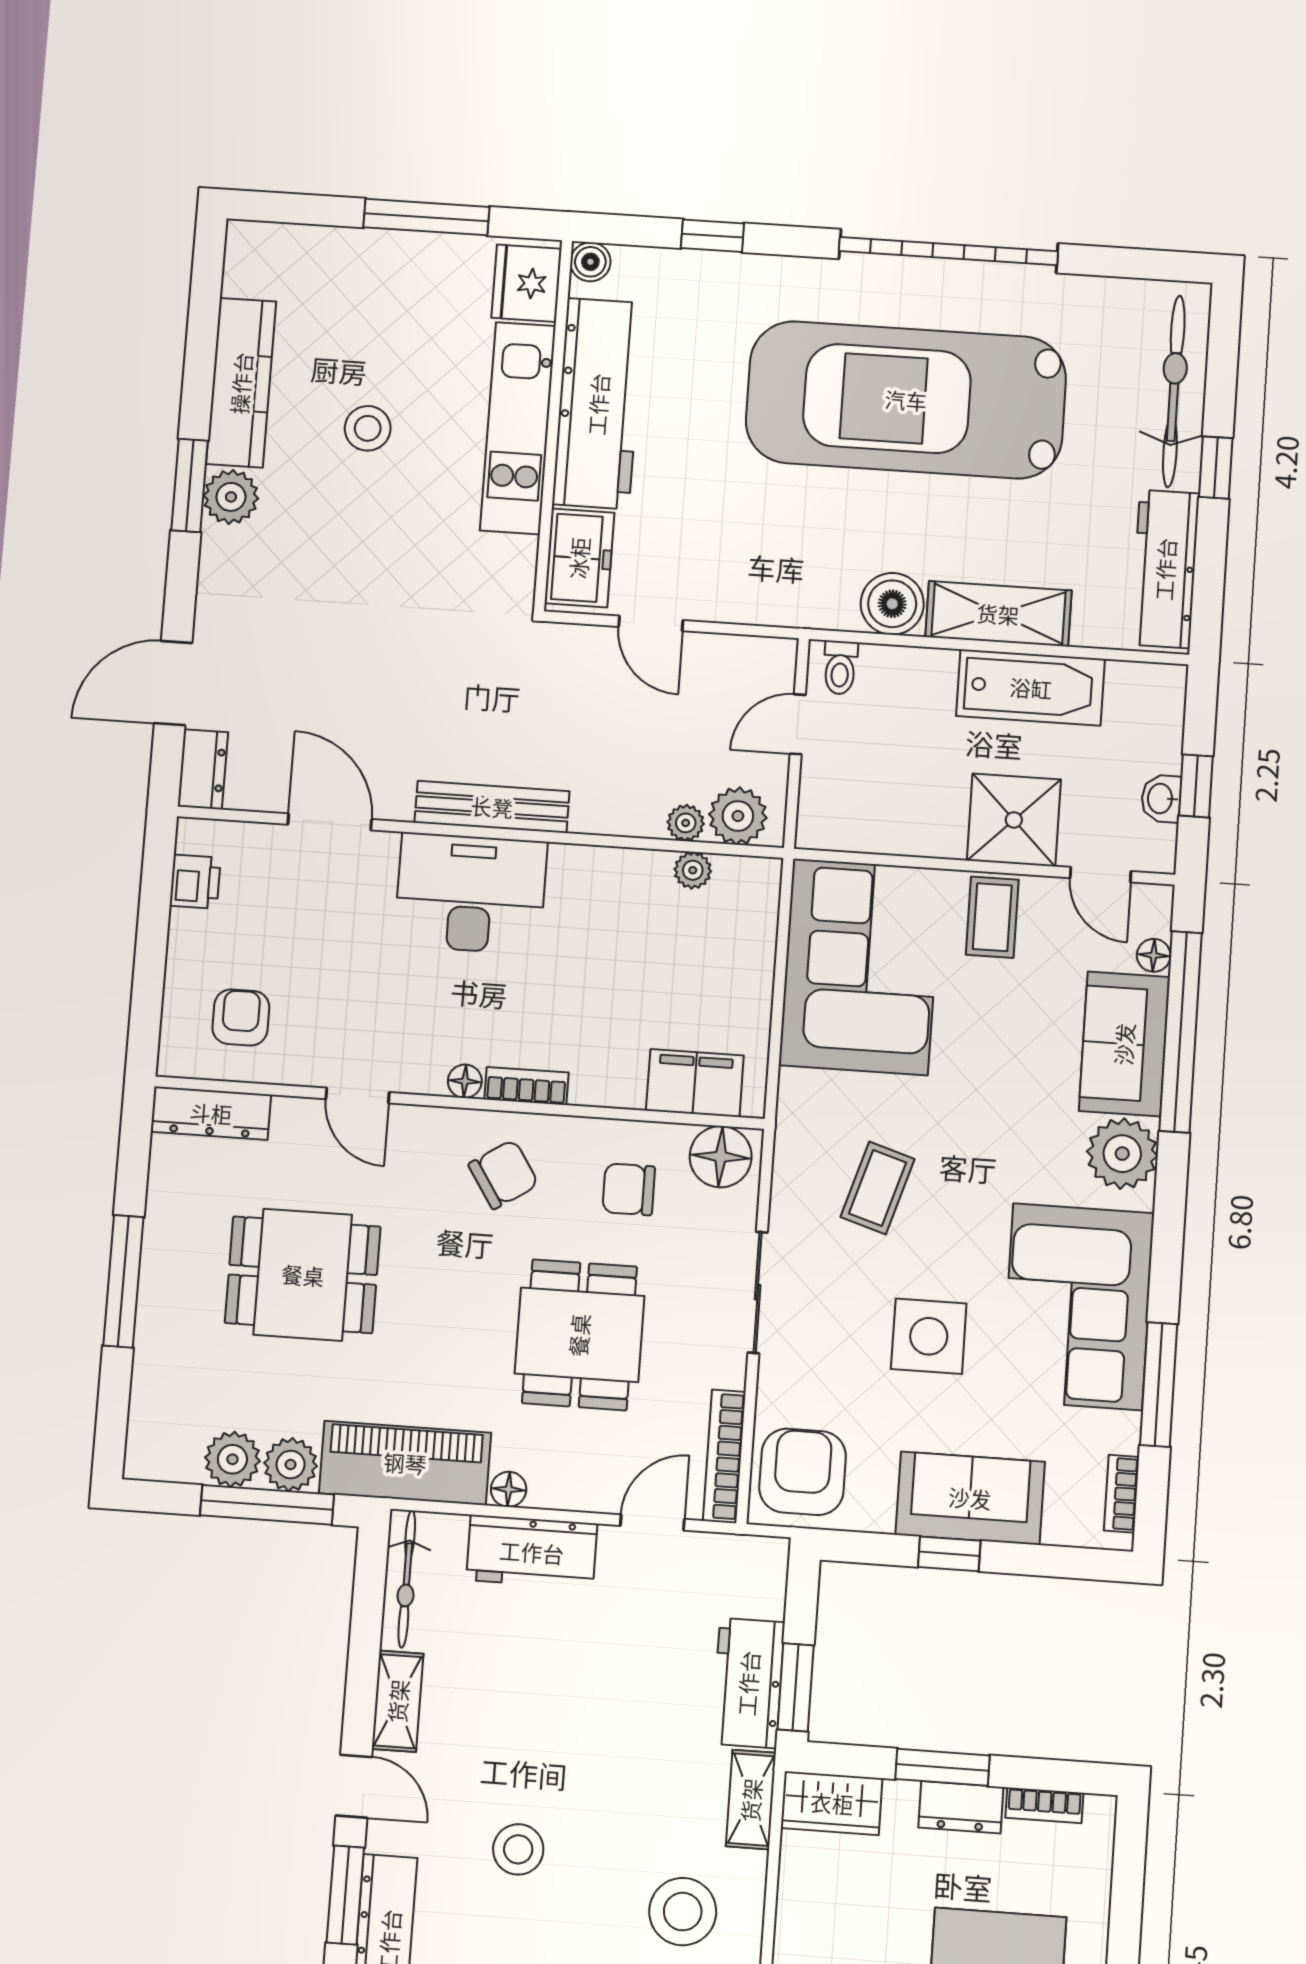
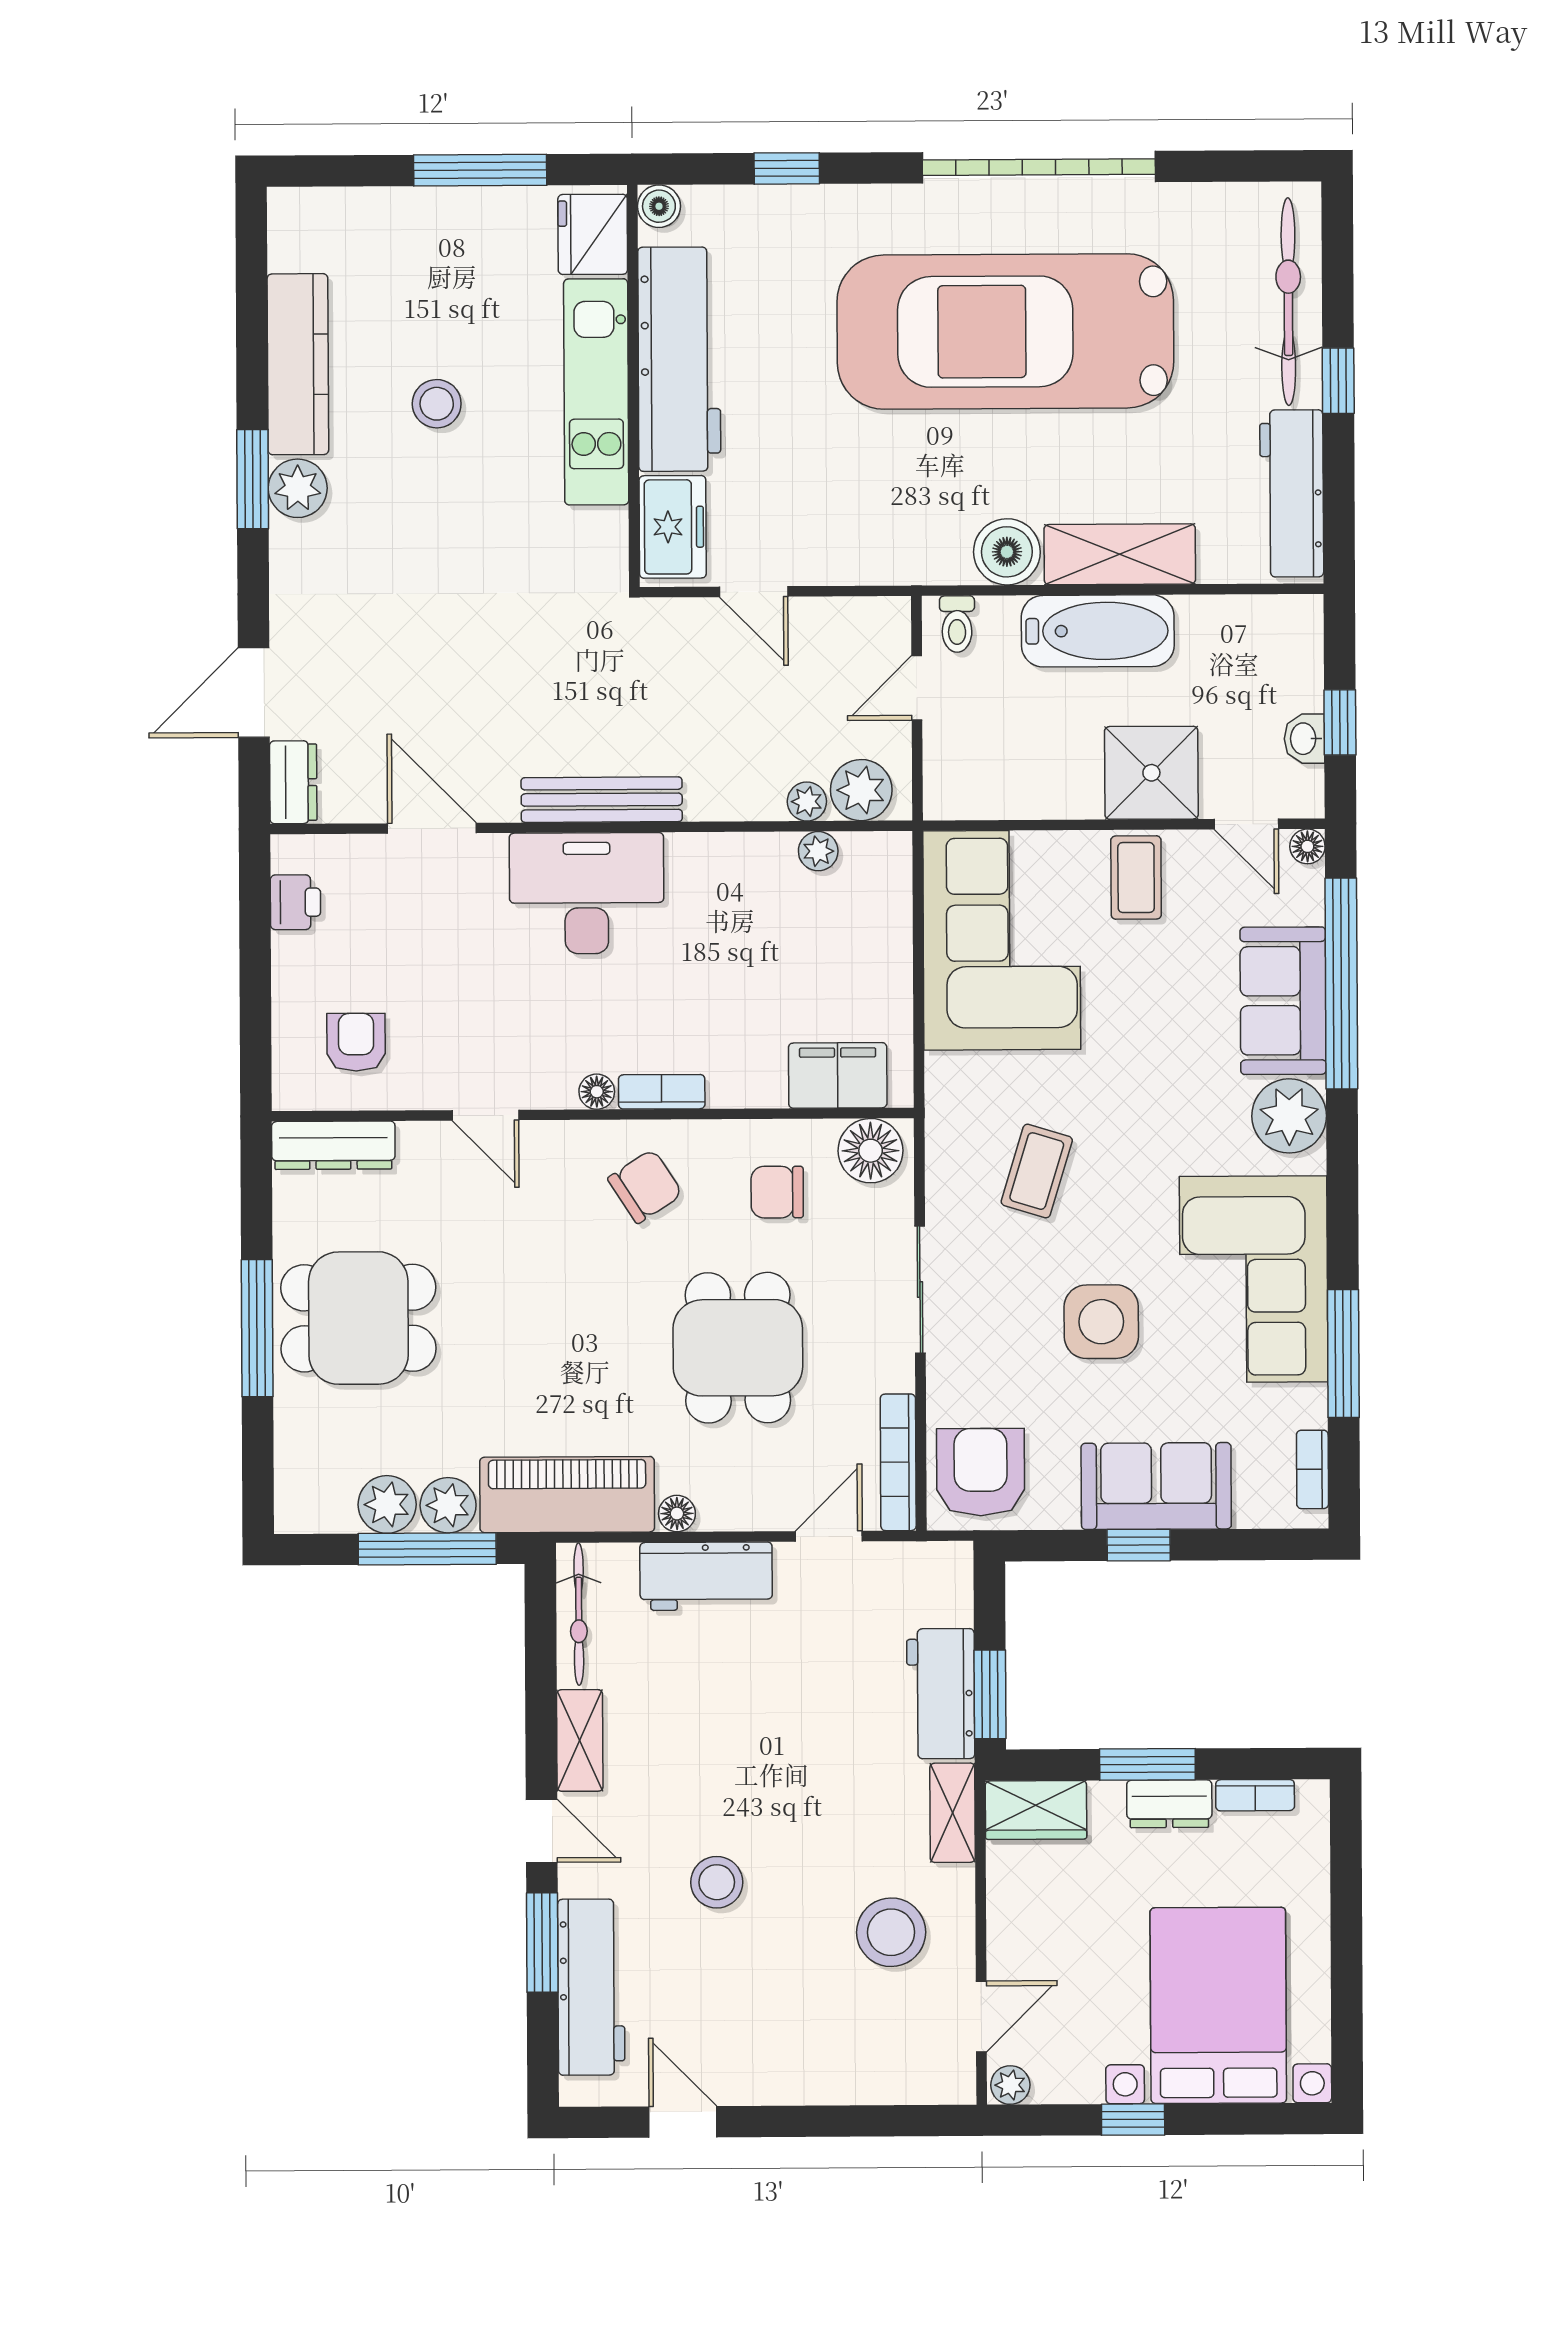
bathtub: (1031, 688) -> (1098, 631), moved
floor lamp: (1154, 955) -> (1307, 846), moved
dining table: (303, 1275) -> (358, 1318), moved

